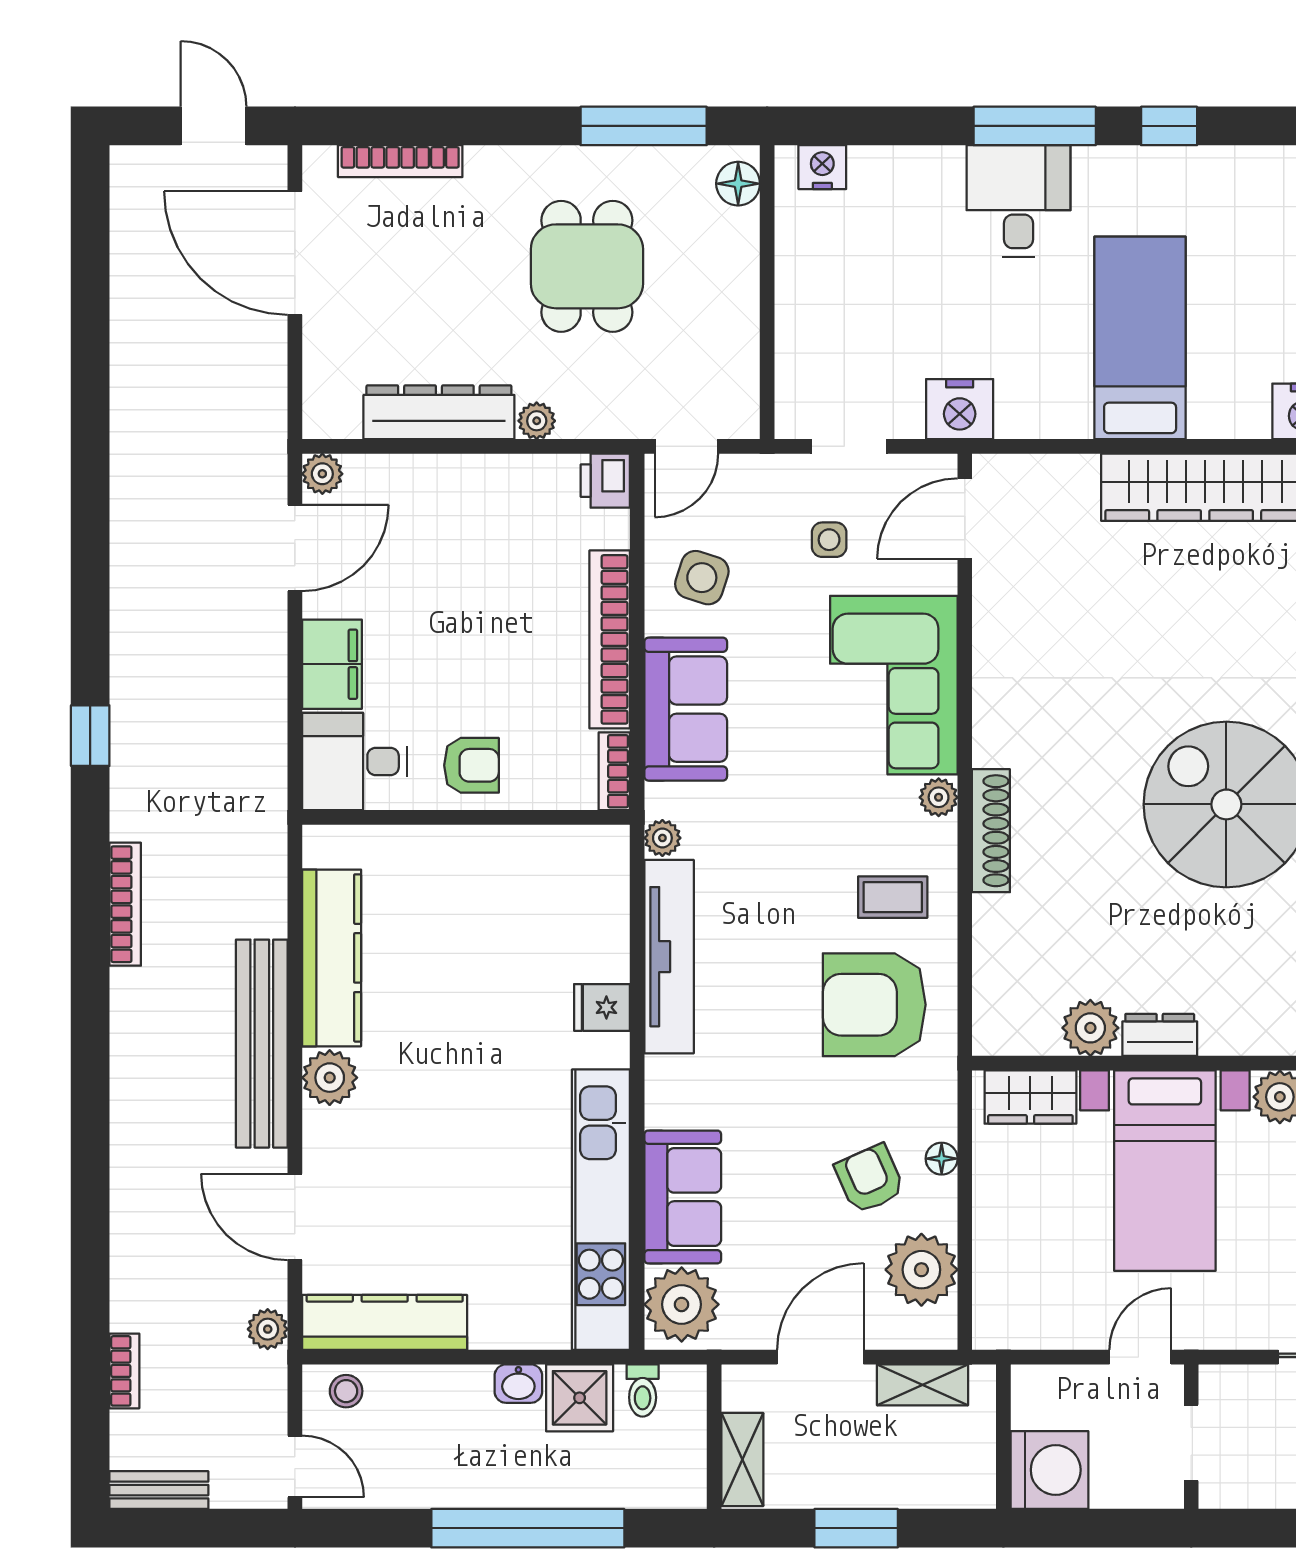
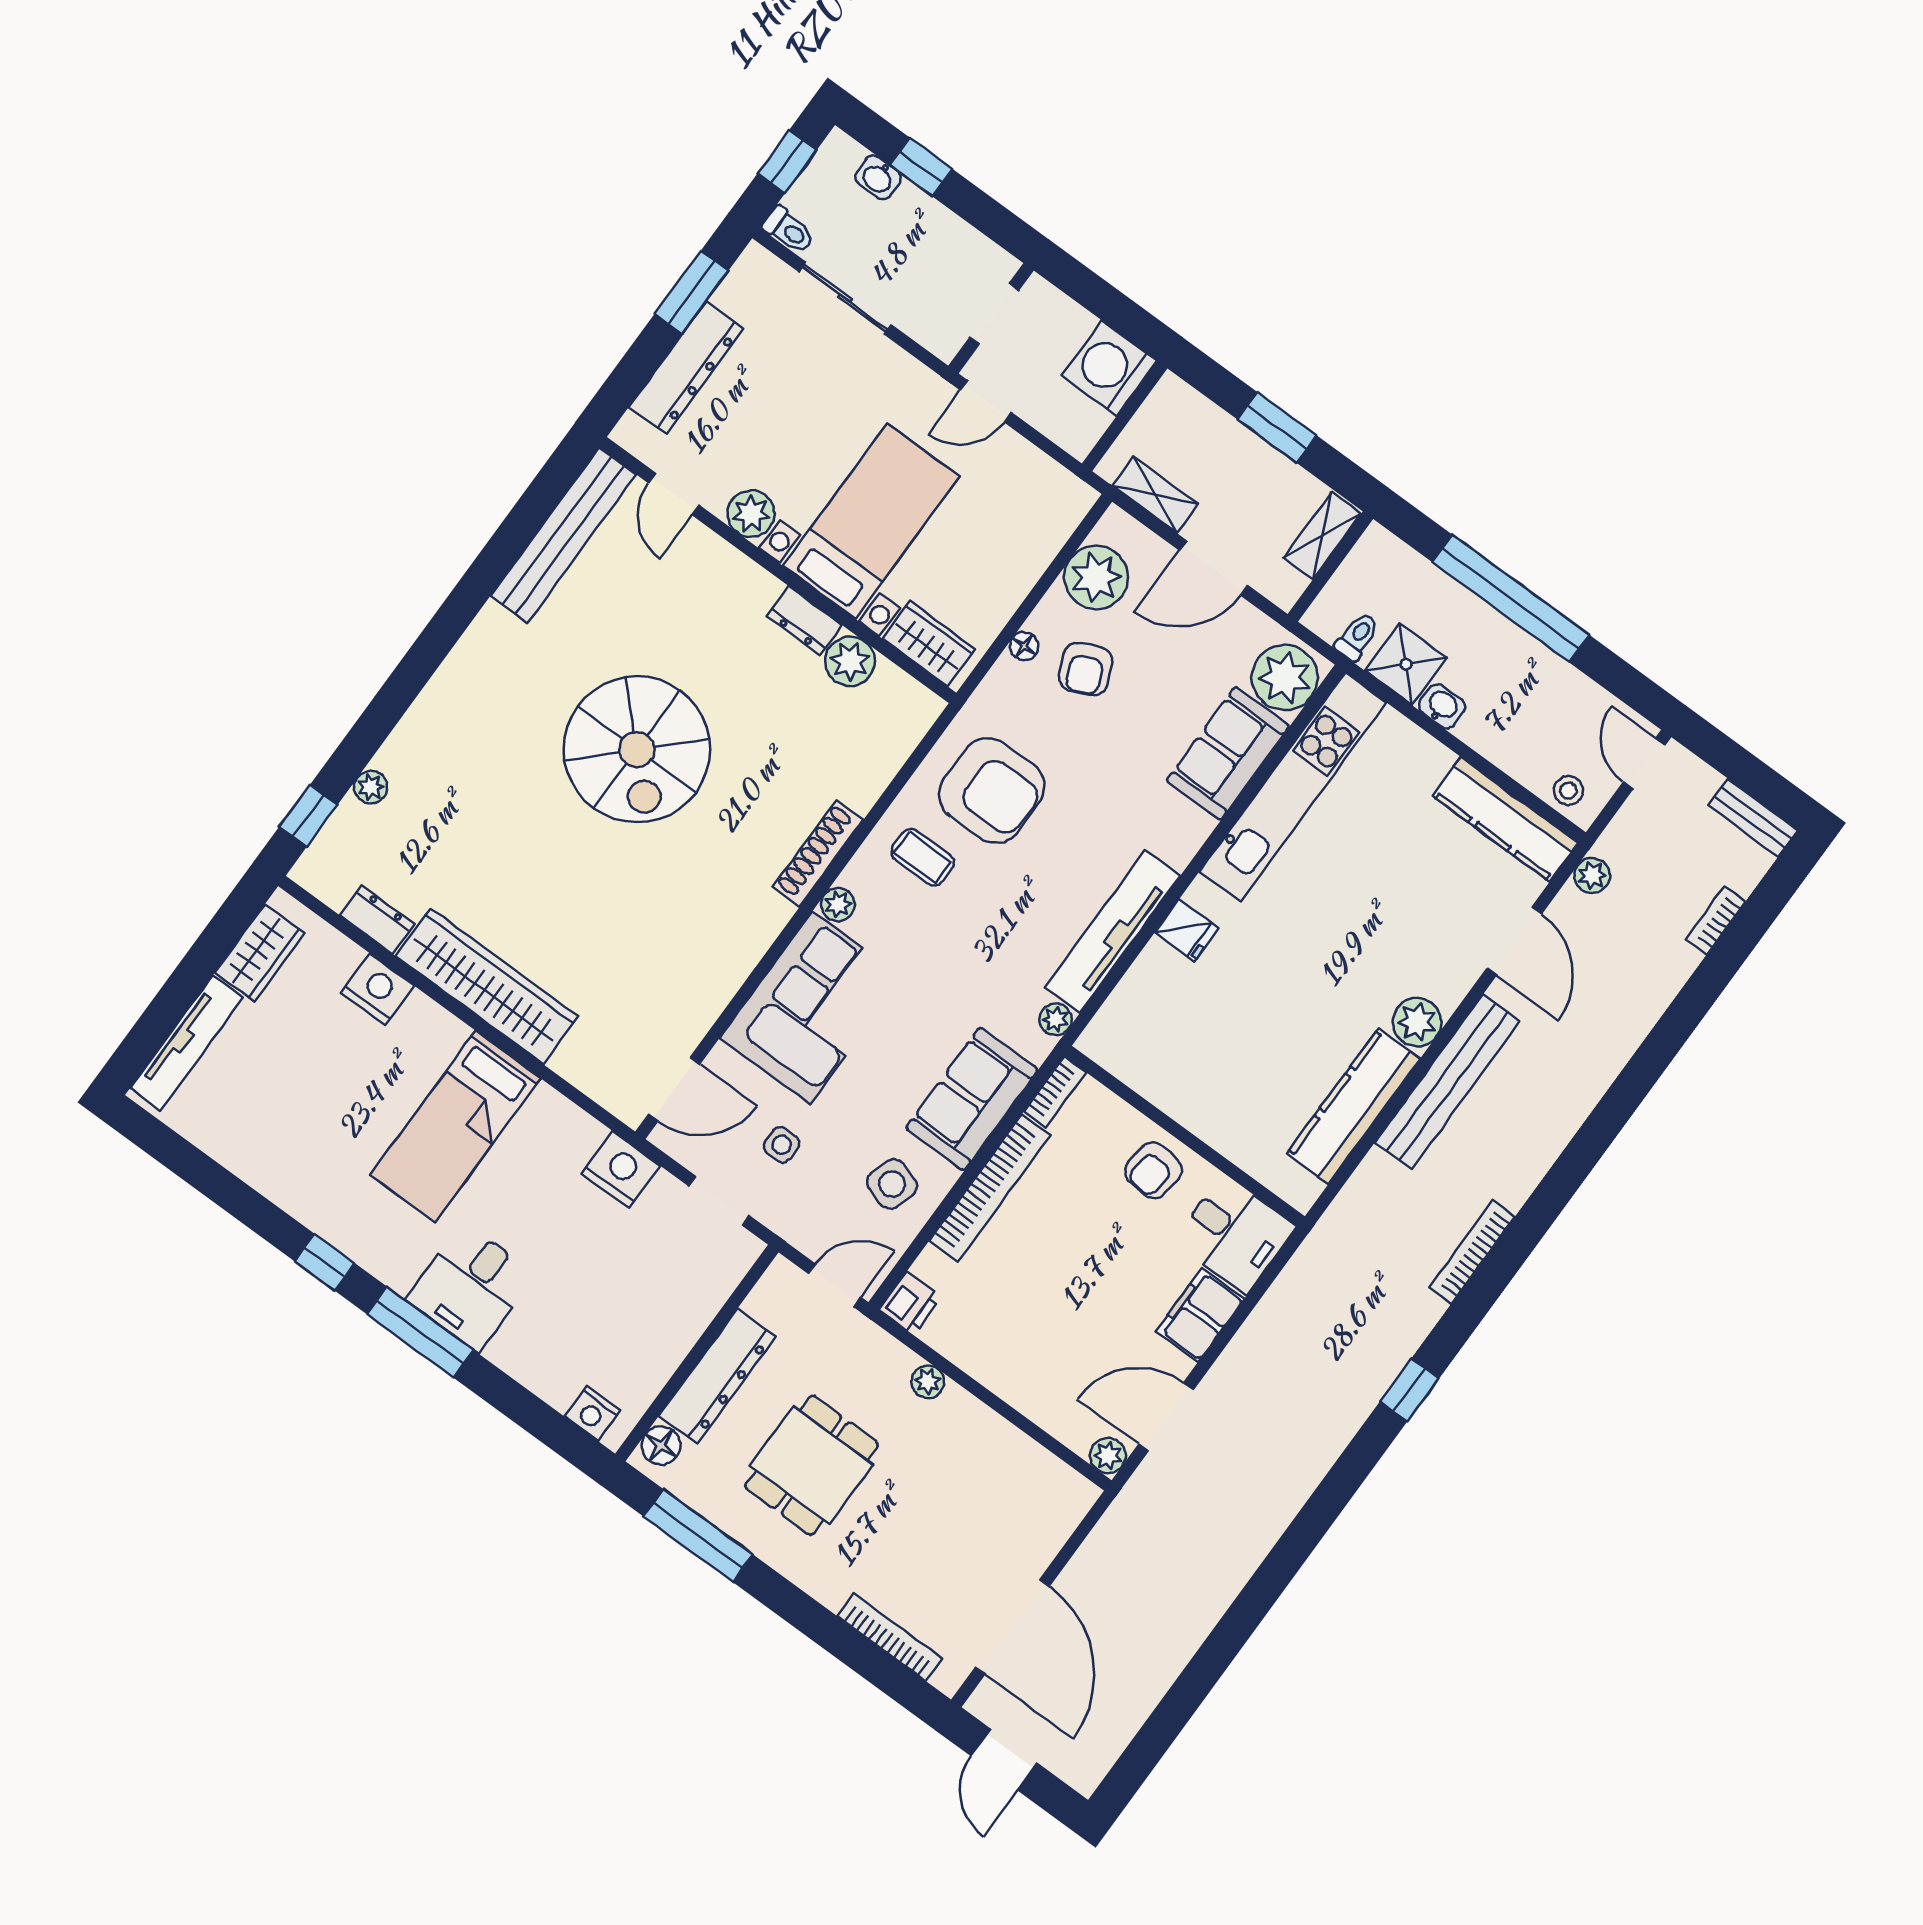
dresser: (439, 412) -> (717, 1376), moved, turned -90
armchair: (472, 765) -> (1153, 1170), turned -84

